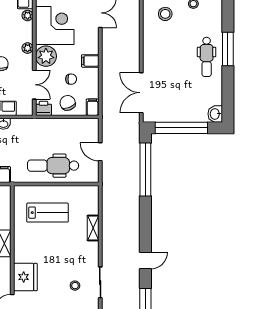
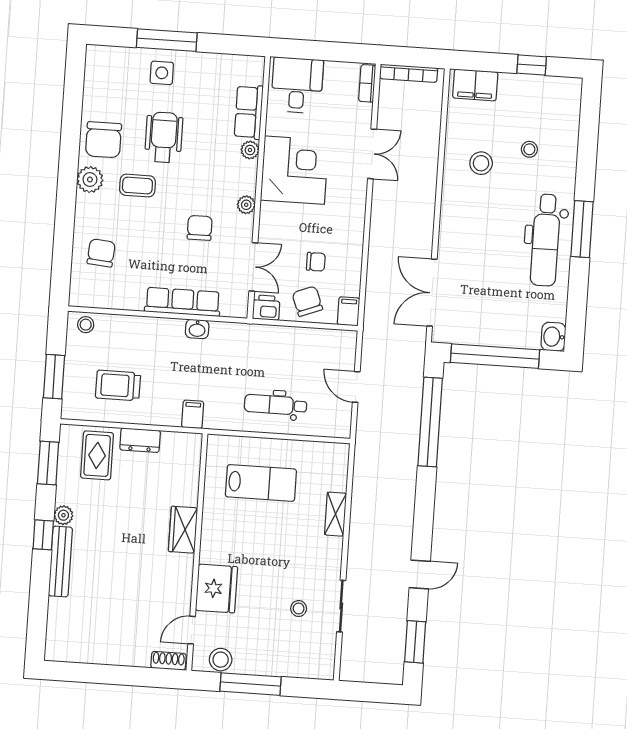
plant: (46, 56) -> (276, 220), removed
dental chair: (207, 57) -> (546, 240), width x1.36, depth x1.38
filing cabinet: (90, 61) -> (350, 233), removed
dental chair: (53, 166) -> (276, 405), width x0.73, depth x0.72

